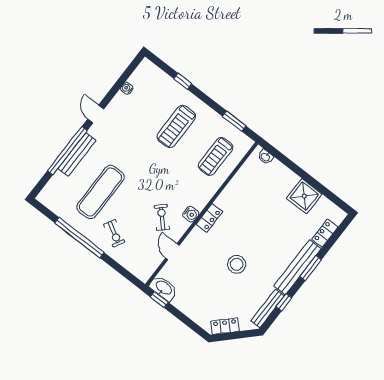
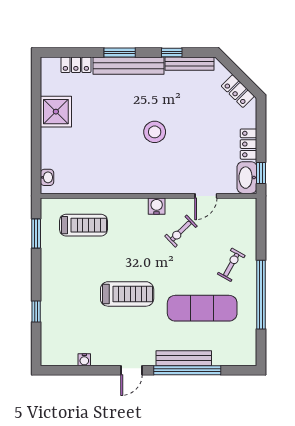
treadmill: (176, 126) -> (127, 294), moved
locker: (209, 218) -> (249, 144), moved, turned -90
stool: (237, 264) -> (155, 132), moved

